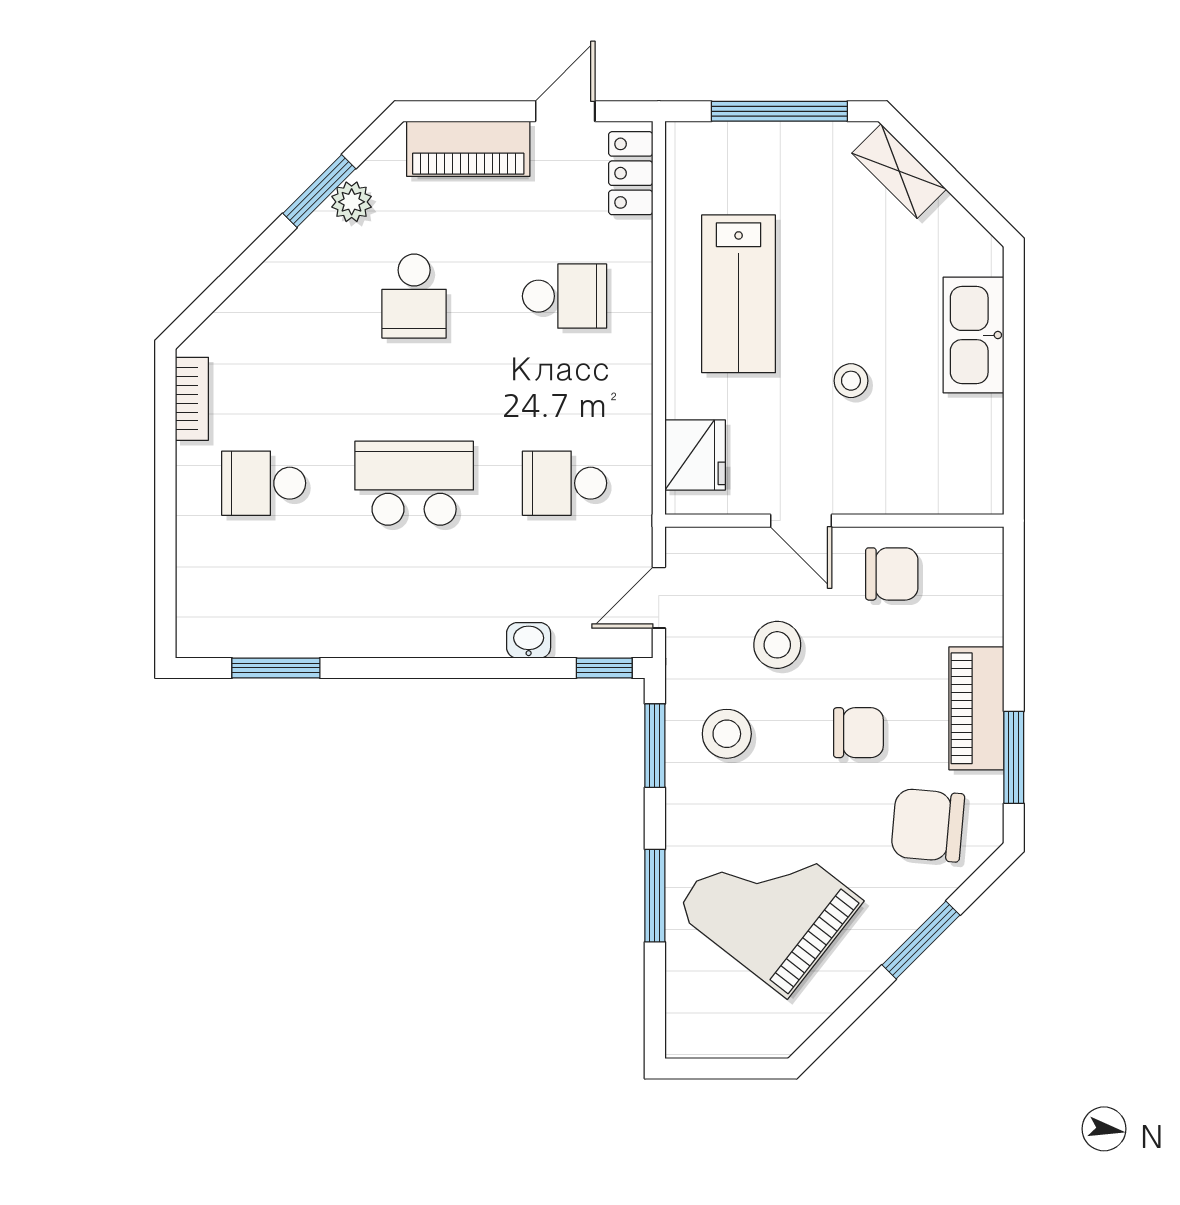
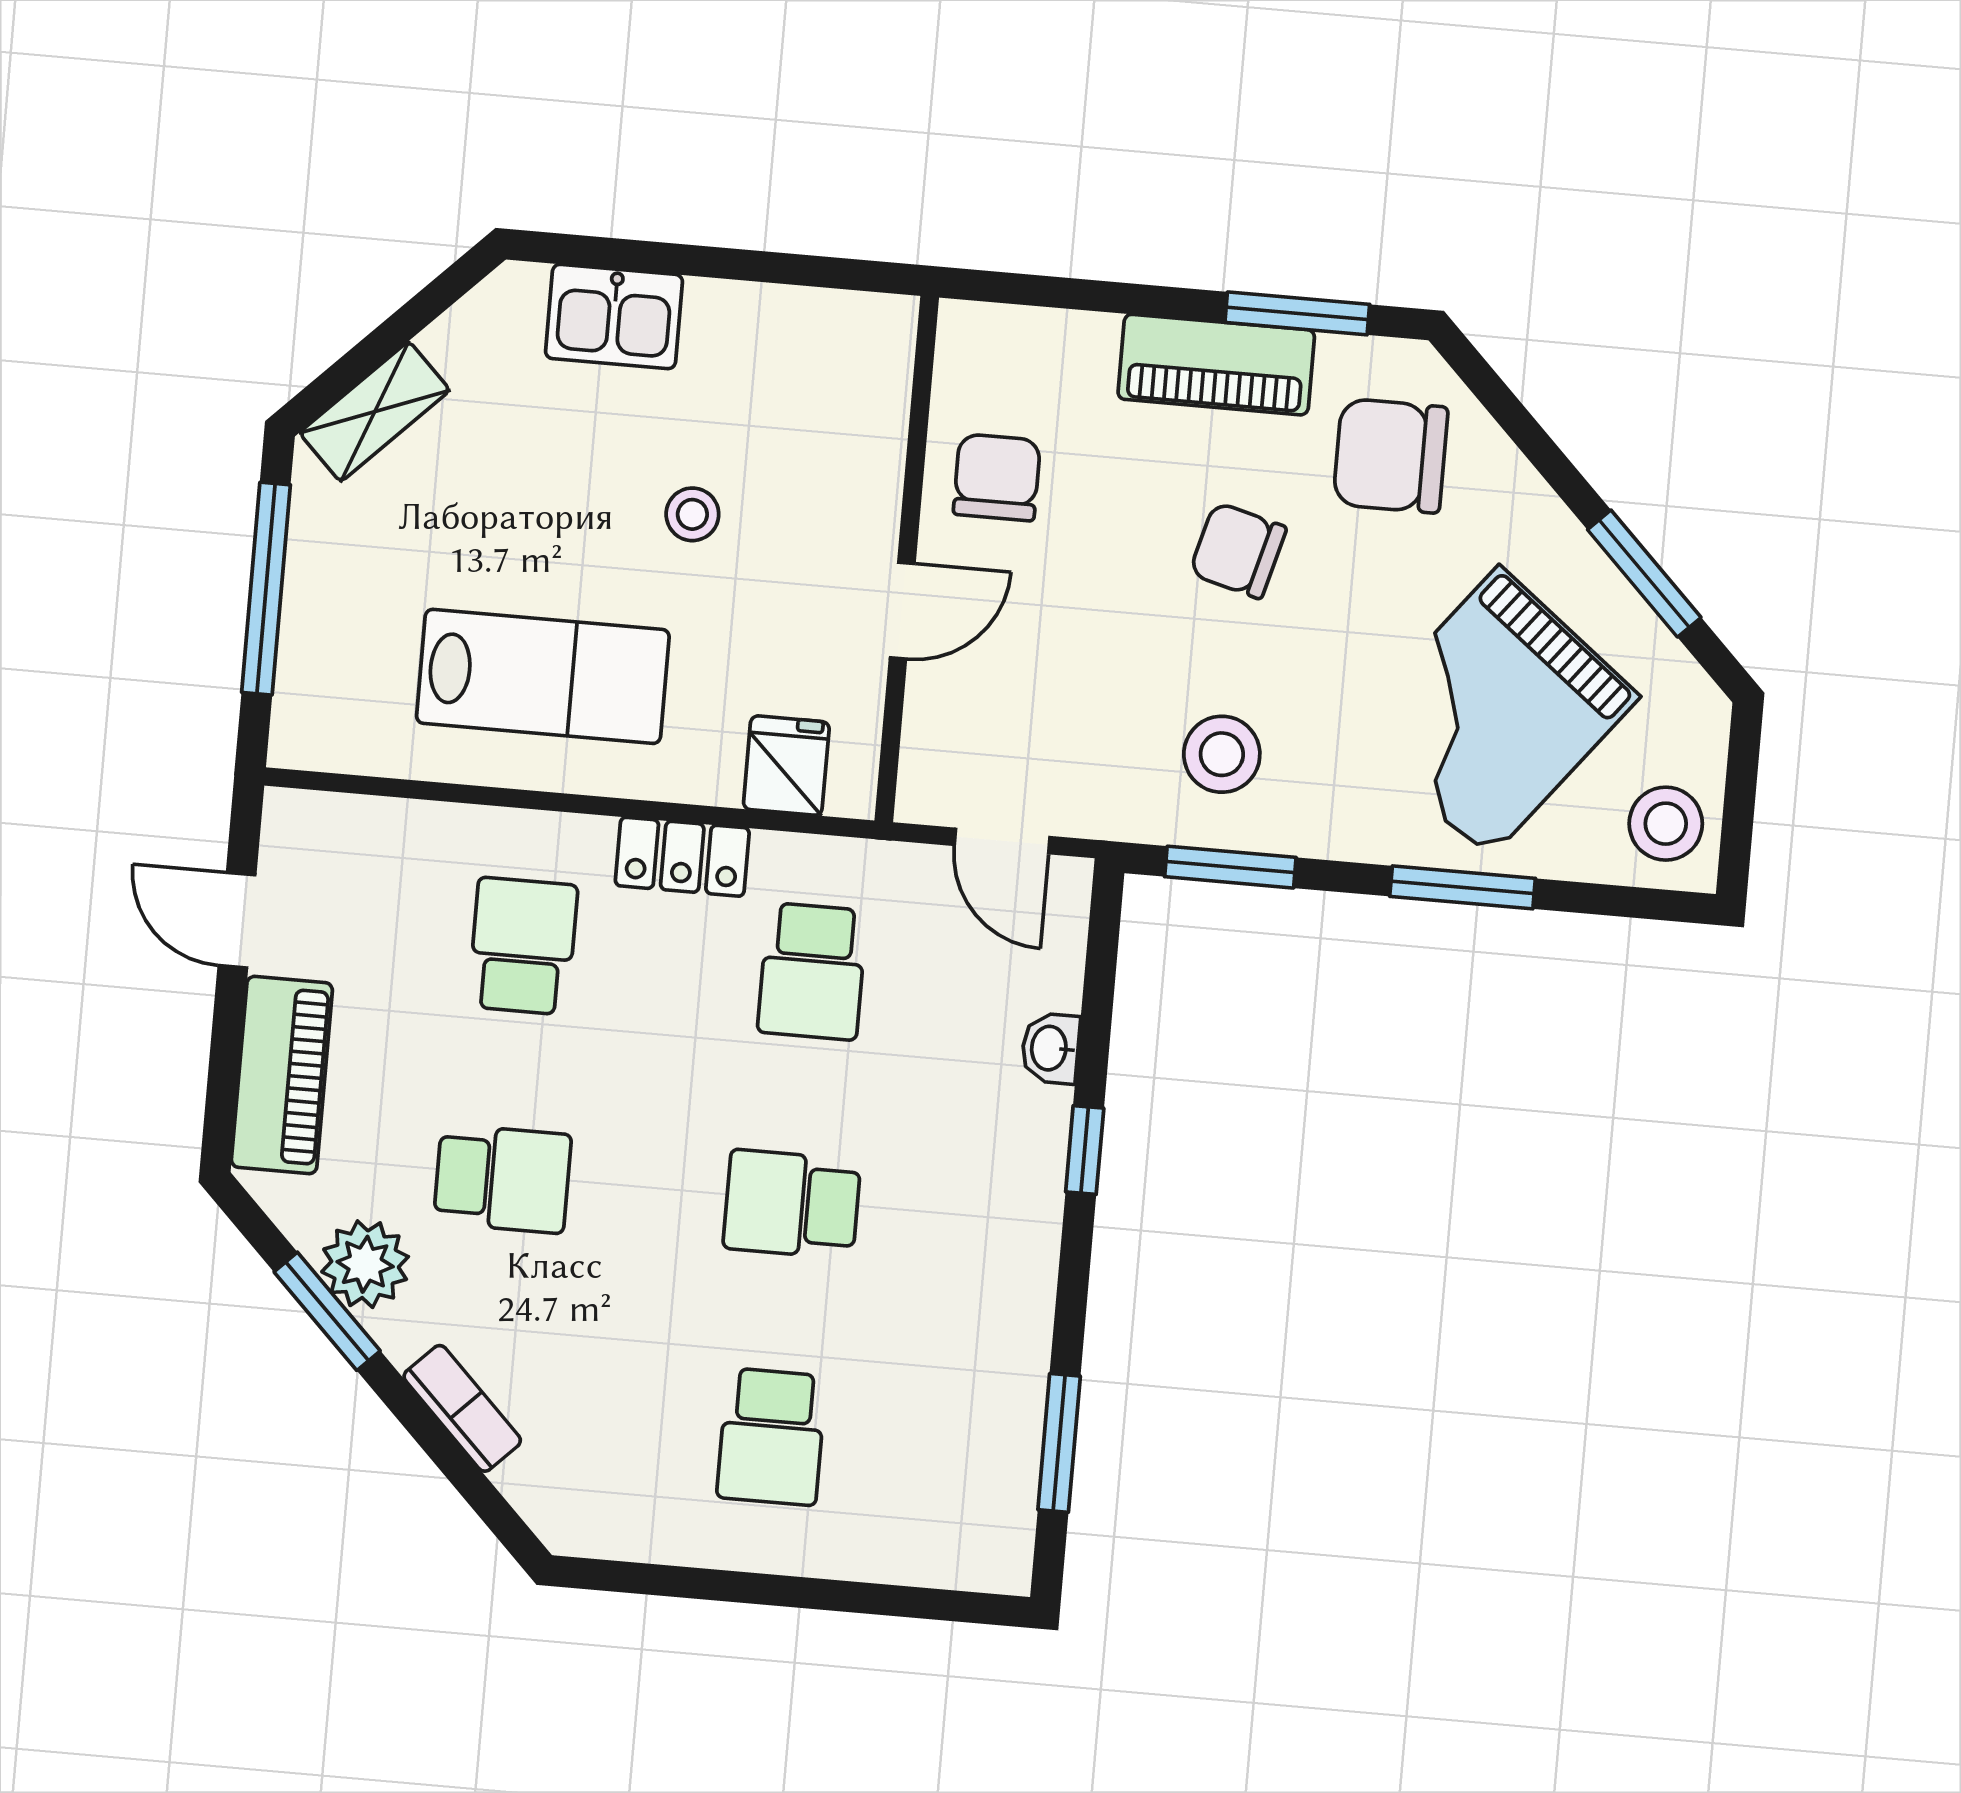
locker: (631, 173) -> (682, 857), moved
plant: (352, 202) -> (365, 1264), width x1.38, depth x1.38
kitchen sink: (973, 335) -> (614, 317), width x0.73
bookcase: (192, 399) -> (462, 1408), moved, turned 45
fridge: (695, 455) -> (786, 766), width x0.72
school desk: (414, 483) -> (792, 1204), width x0.54
stool: (777, 645) -> (1666, 824), moved
window: (604, 668) -> (1085, 1150), moved
chair: (858, 733) -> (1238, 550), turned -75
chair: (928, 825) -> (1390, 456), turned 85
window: (921, 940) -> (1644, 573), moved

